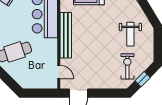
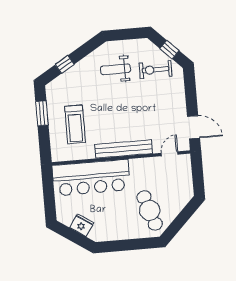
weight bench: (130, 34) -> (115, 69), turned 180

